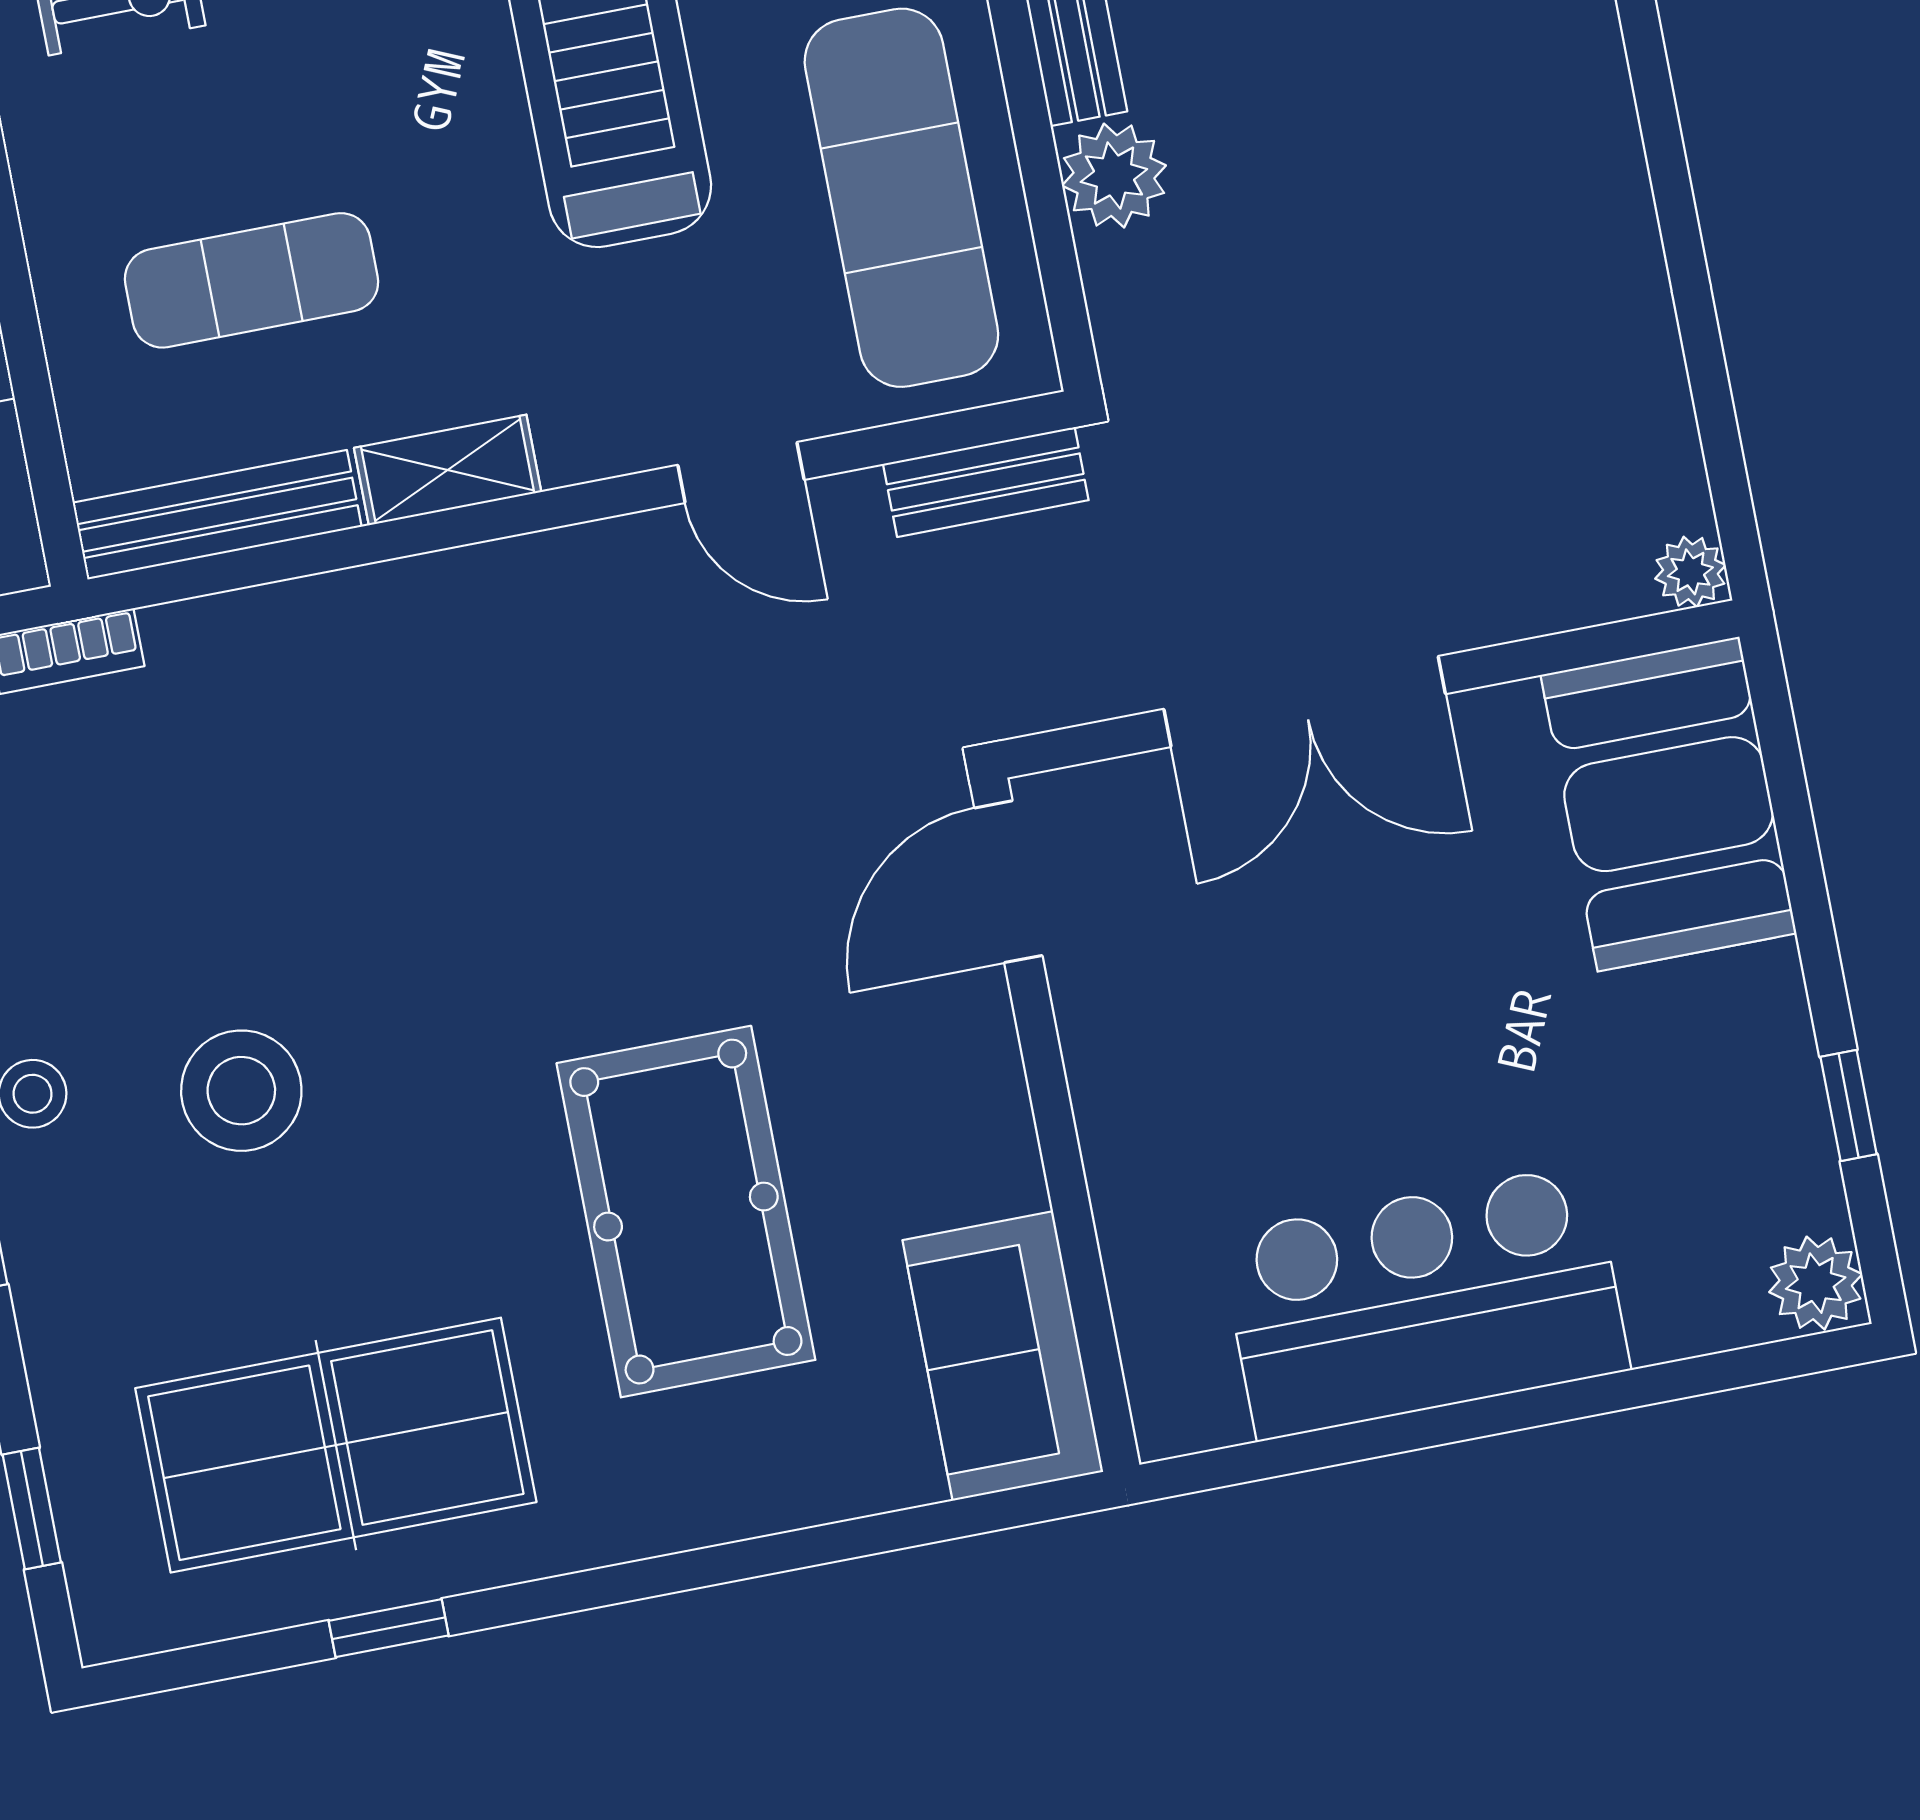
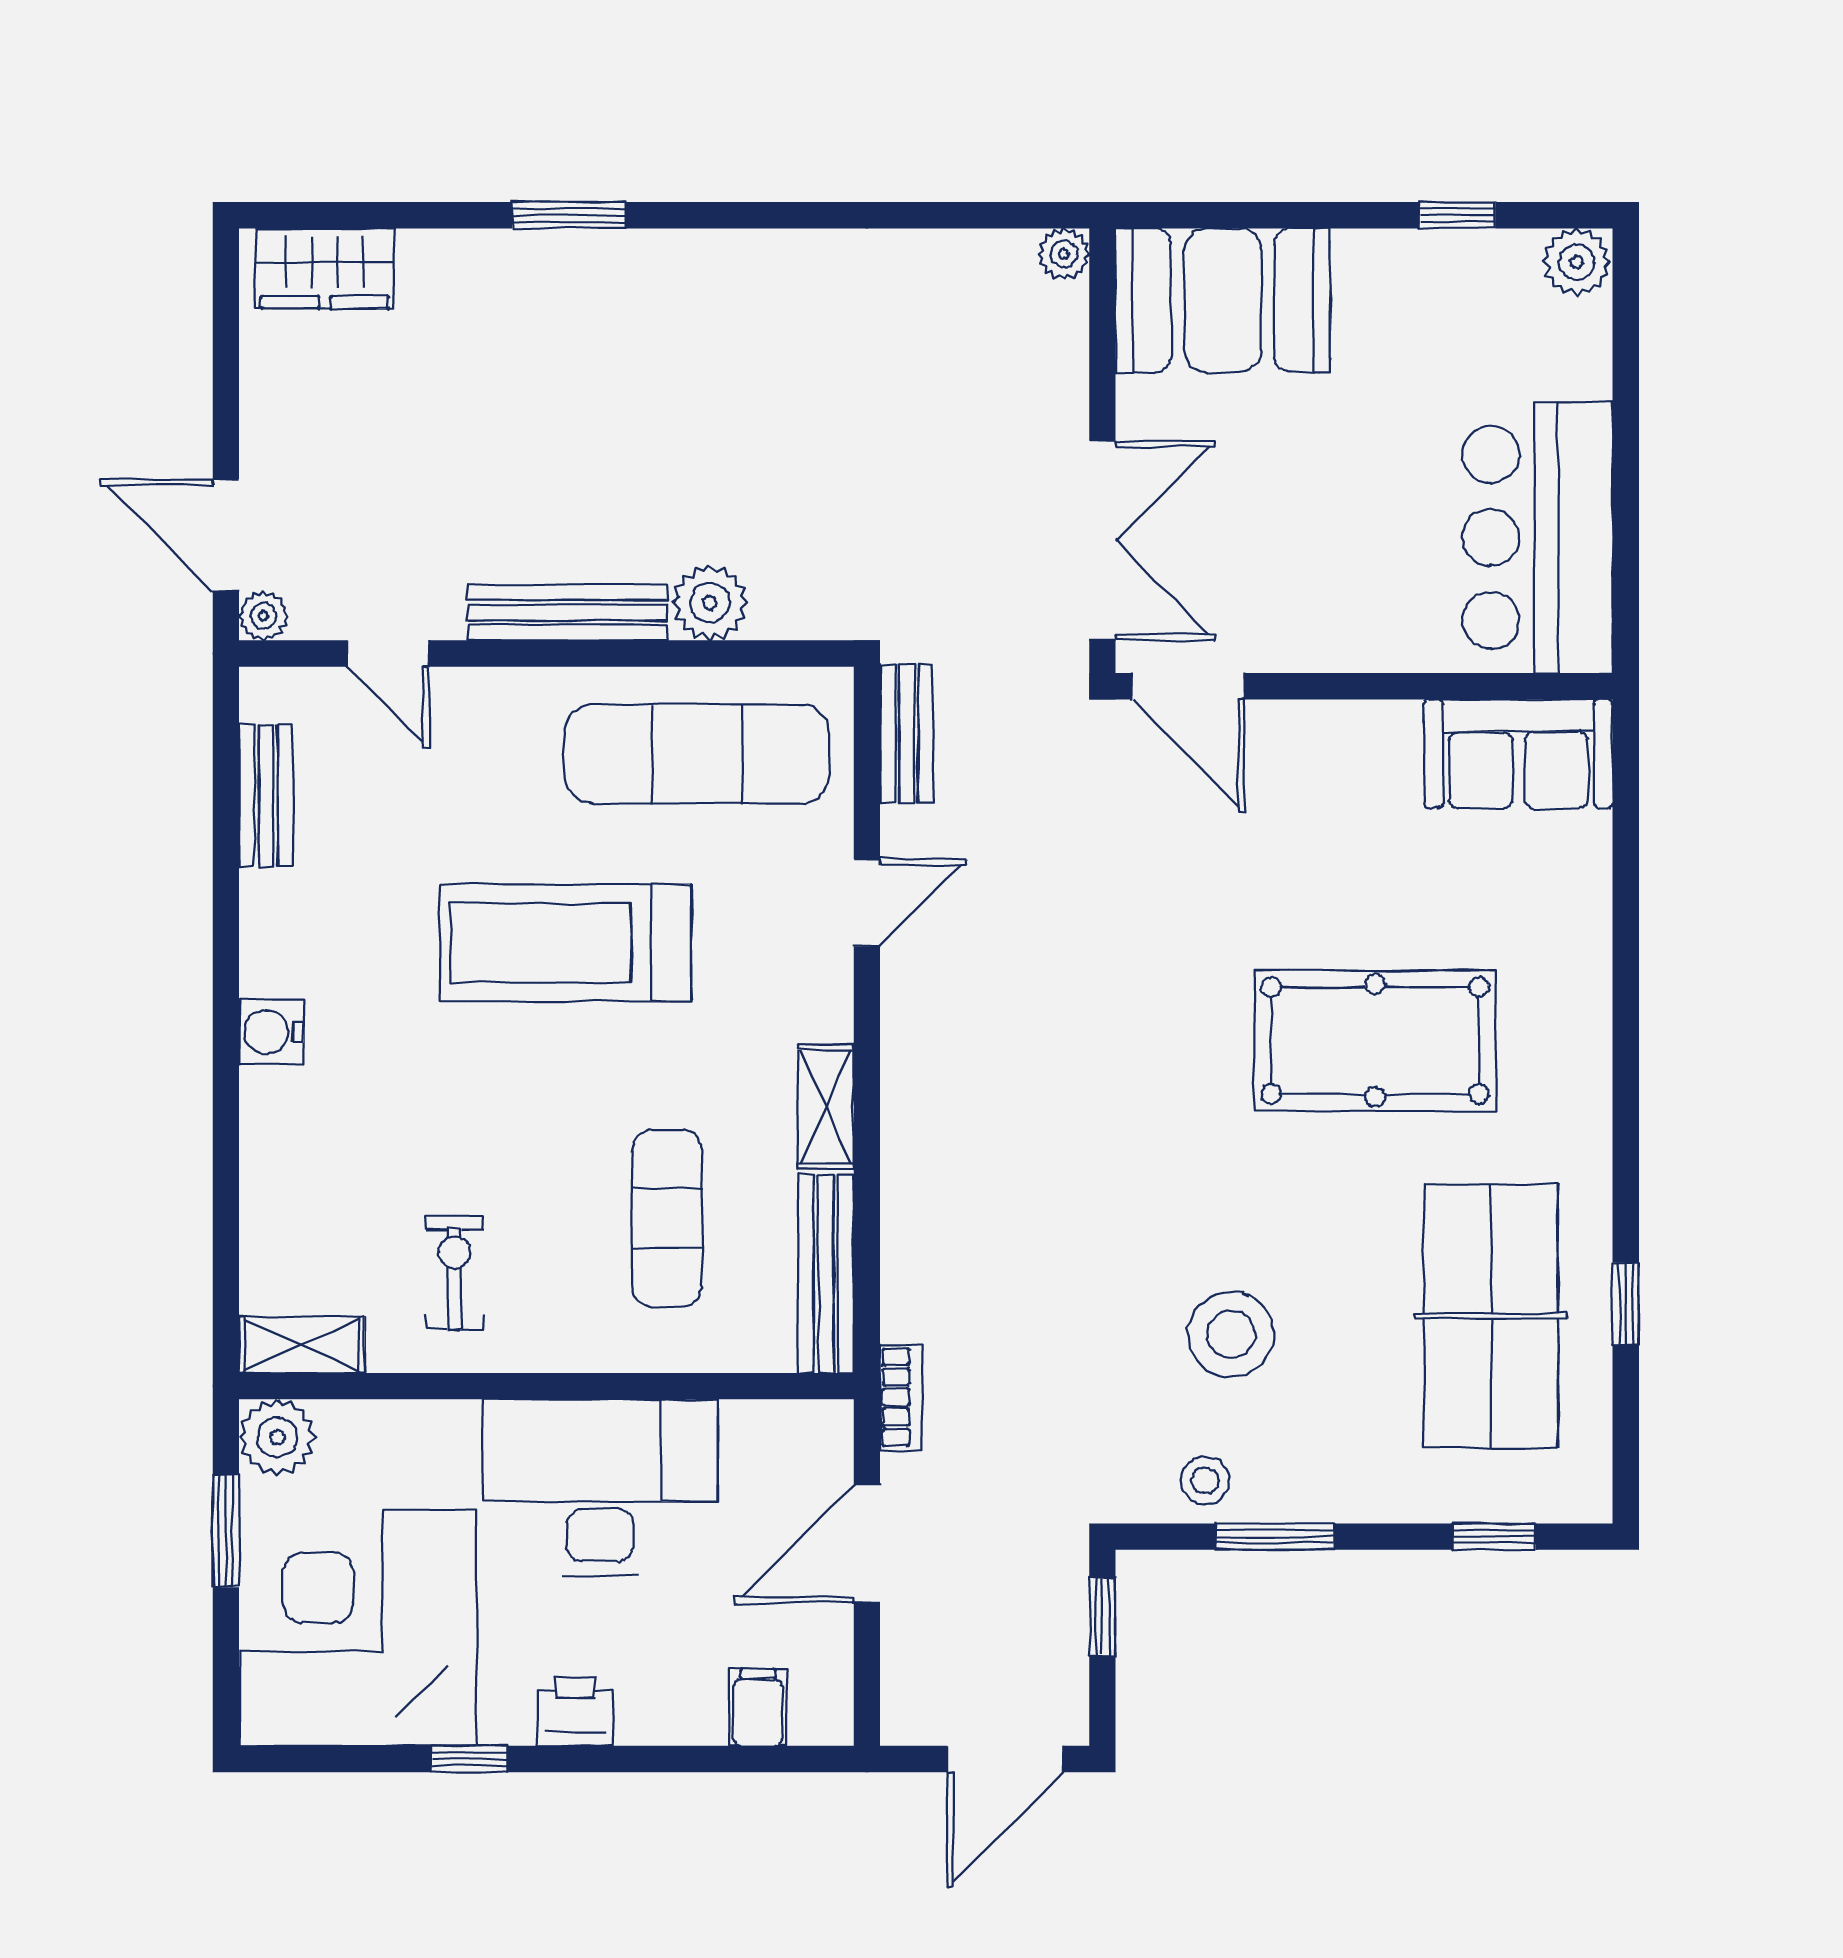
door: (1008, 882) -> (1188, 686), moved
wall: (1055, 1125) -> (1364, 686), moved
sofa: (1003, 1356) -> (1518, 754), moved

